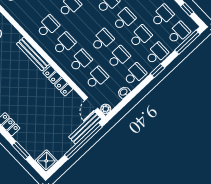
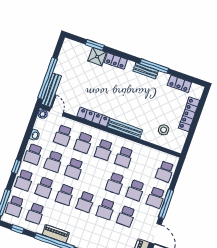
shower: (46, 161) -> (97, 57), moved

